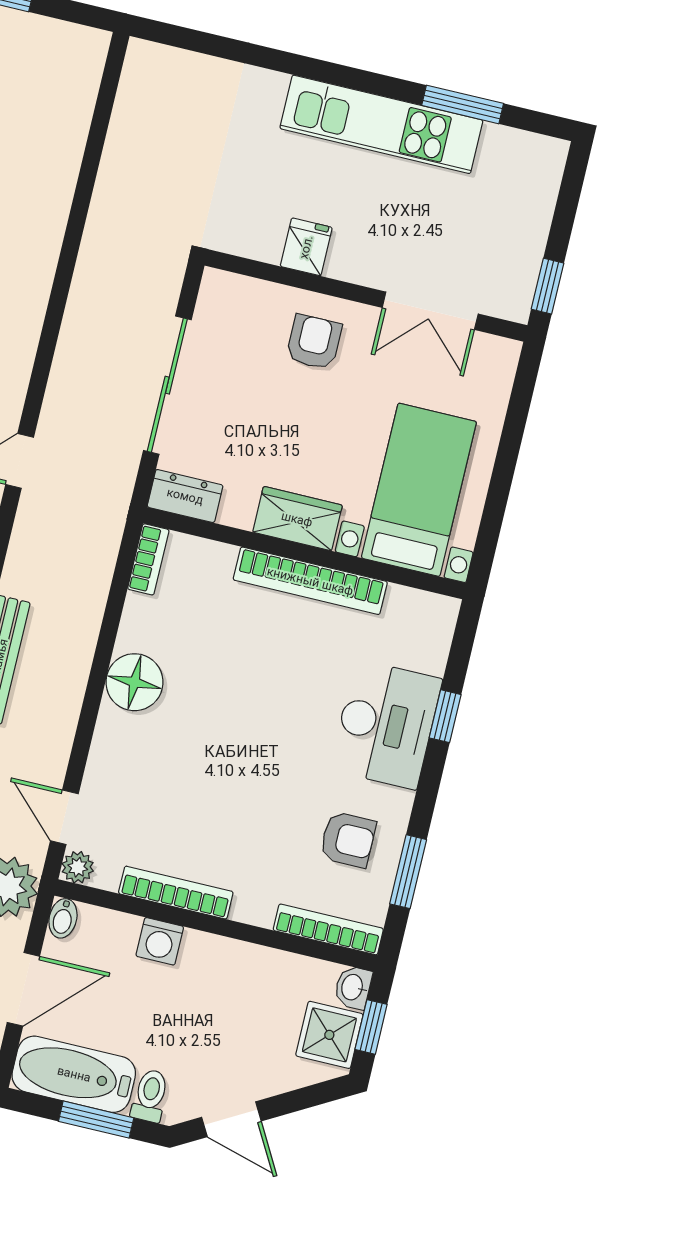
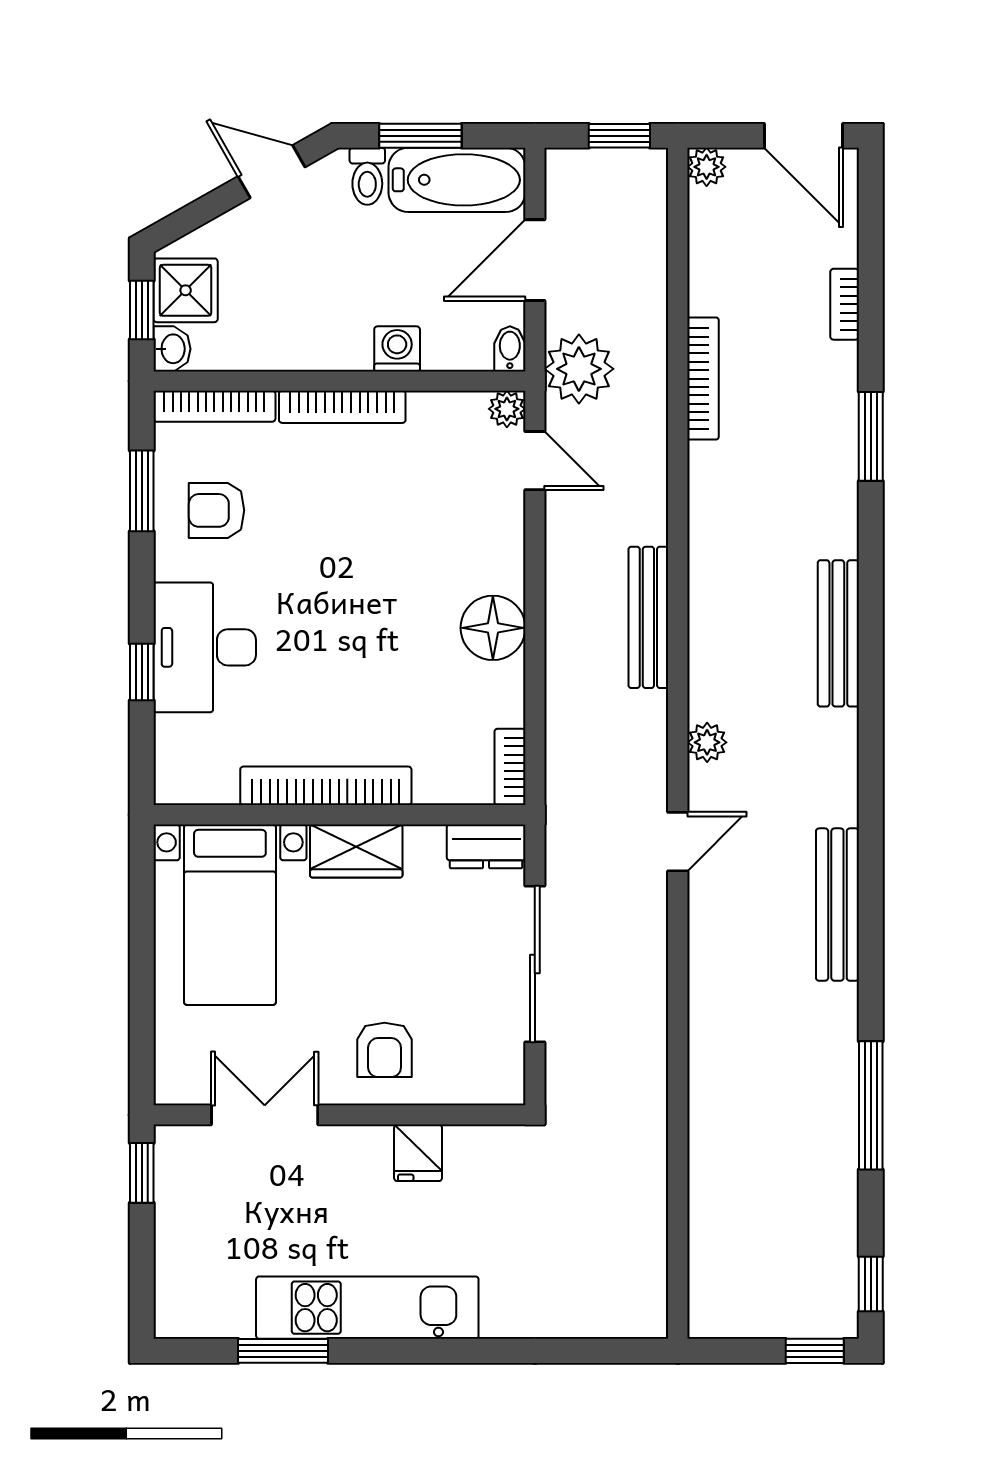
bookcase: (176, 893) -> (342, 407), moved

